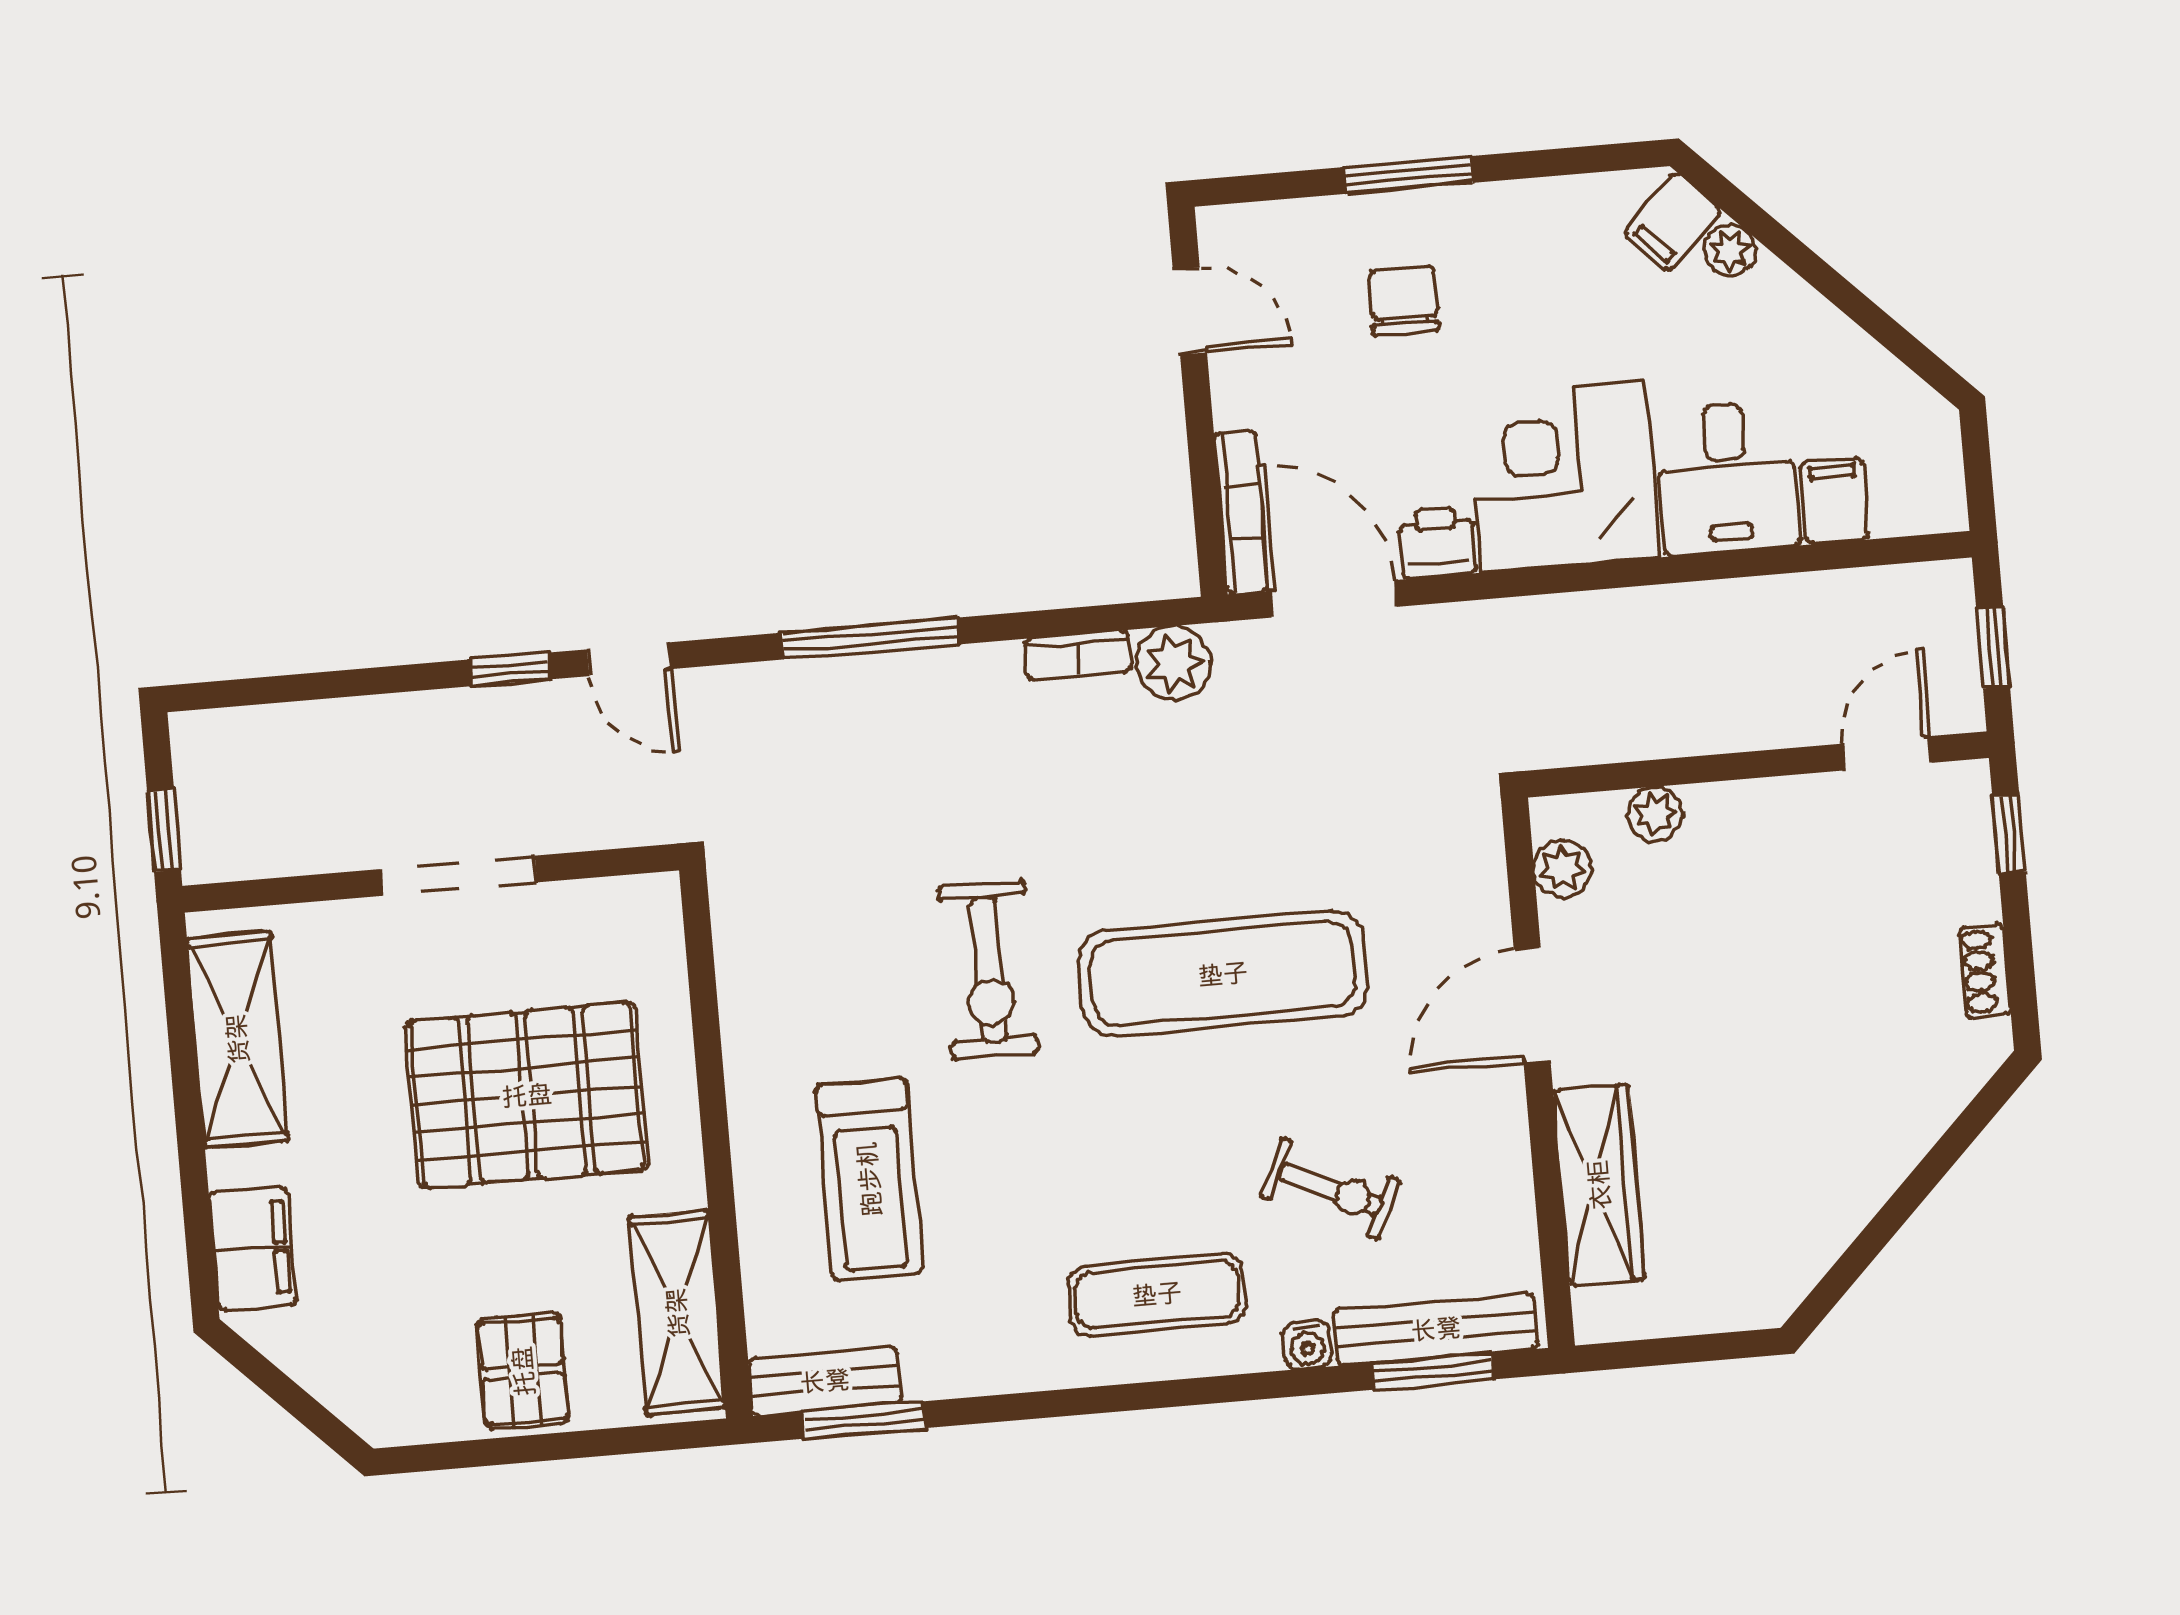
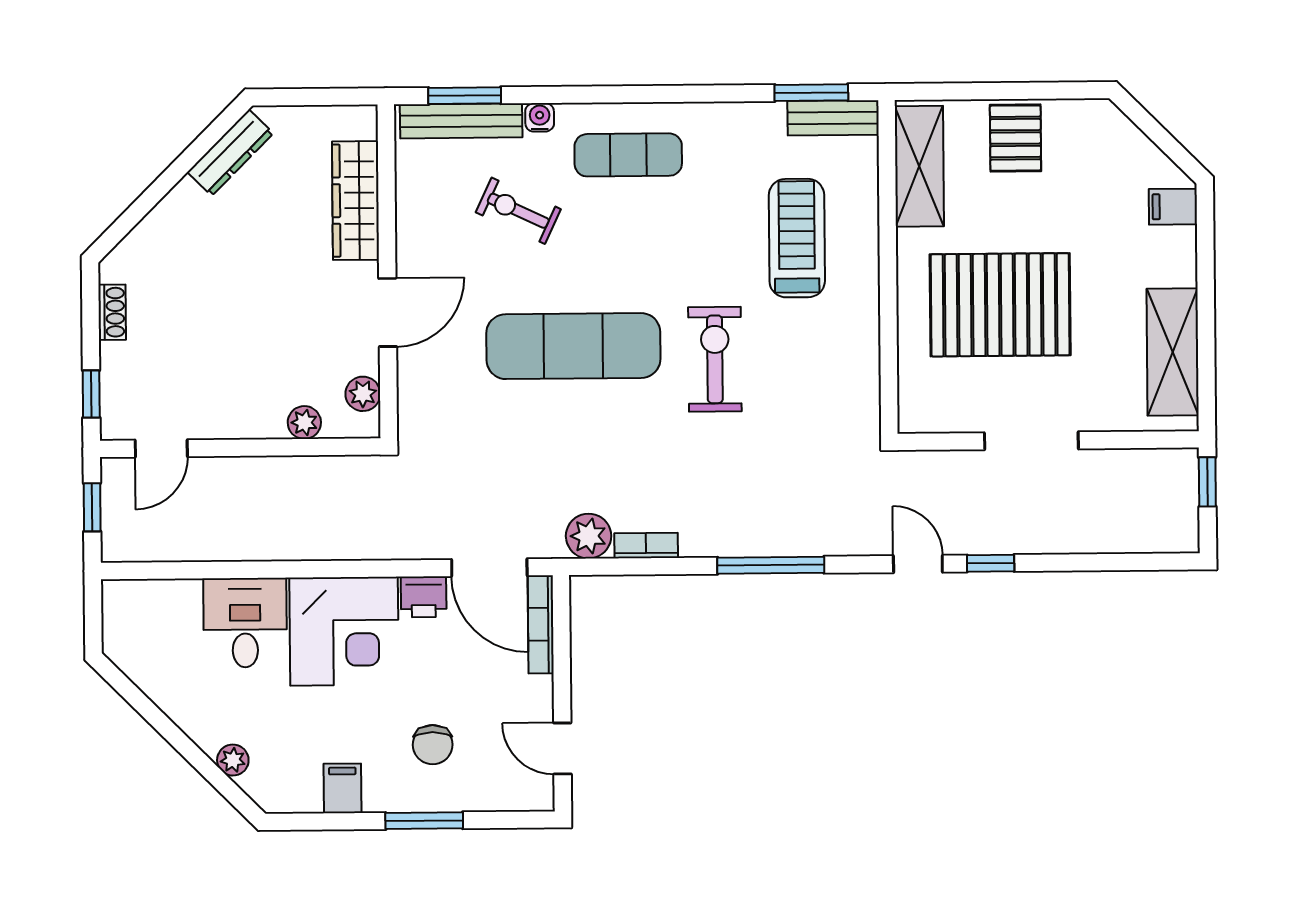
filing cabinet: (1673, 222) -> (342, 788), moved, turned -45
filing cabinet: (1834, 501) -> (181, 604), removed
dresser: (1811, 1248) -> (230, 153), added
filing cabinet: (253, 1249) -> (1173, 207), width x0.50

